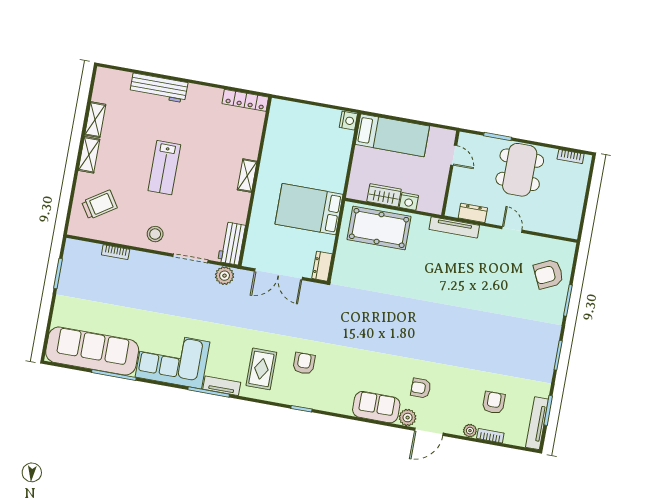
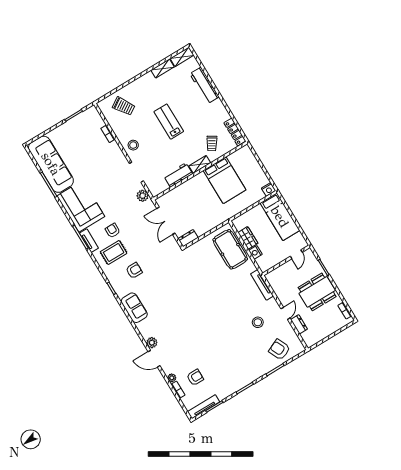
trolley: (235, 139) -> (212, 143), added
shelving: (89, 155) -> (182, 57), moved
lab bench: (164, 168) -> (169, 122), turned 90
bed: (309, 209) -> (225, 180), moved, turned 180
dresser: (473, 213) -> (299, 324), moved
workbench: (232, 243) -> (178, 175), moved
stool: (494, 271) -> (258, 322), added
armchair: (421, 388) -> (113, 231), moved
sofa: (376, 407) -> (134, 308), moved

